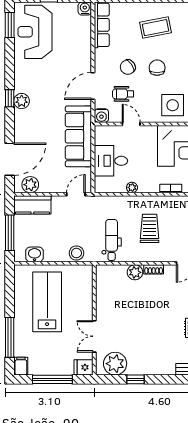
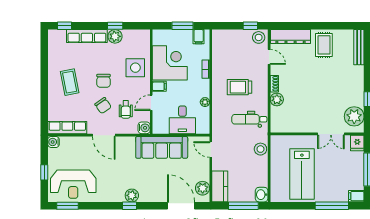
chair: (157, 68) -> (103, 81), turned -90
door: (93, 86) -> (104, 135), moved
filing cabinet: (151, 133) -> (159, 86), added
washbasin: (35, 254) -> (262, 195), moved
lab bench: (47, 302) -> (302, 174), turned -90

